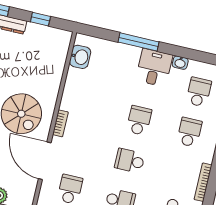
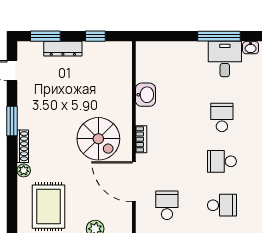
window: (139, 42) -> (219, 36), moved
washbasin: (80, 57) -> (146, 95), moved

